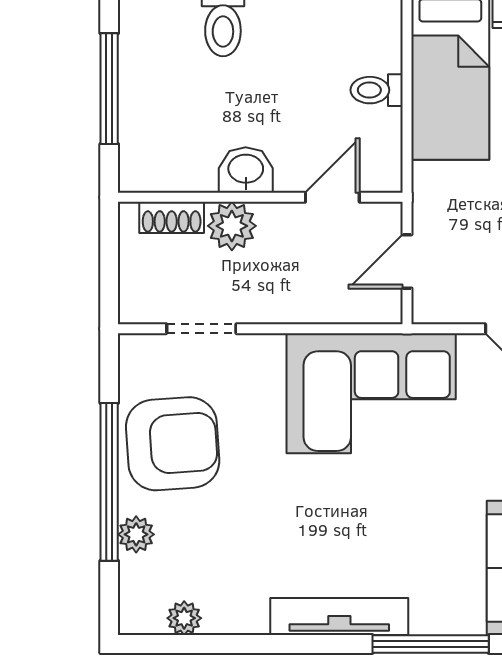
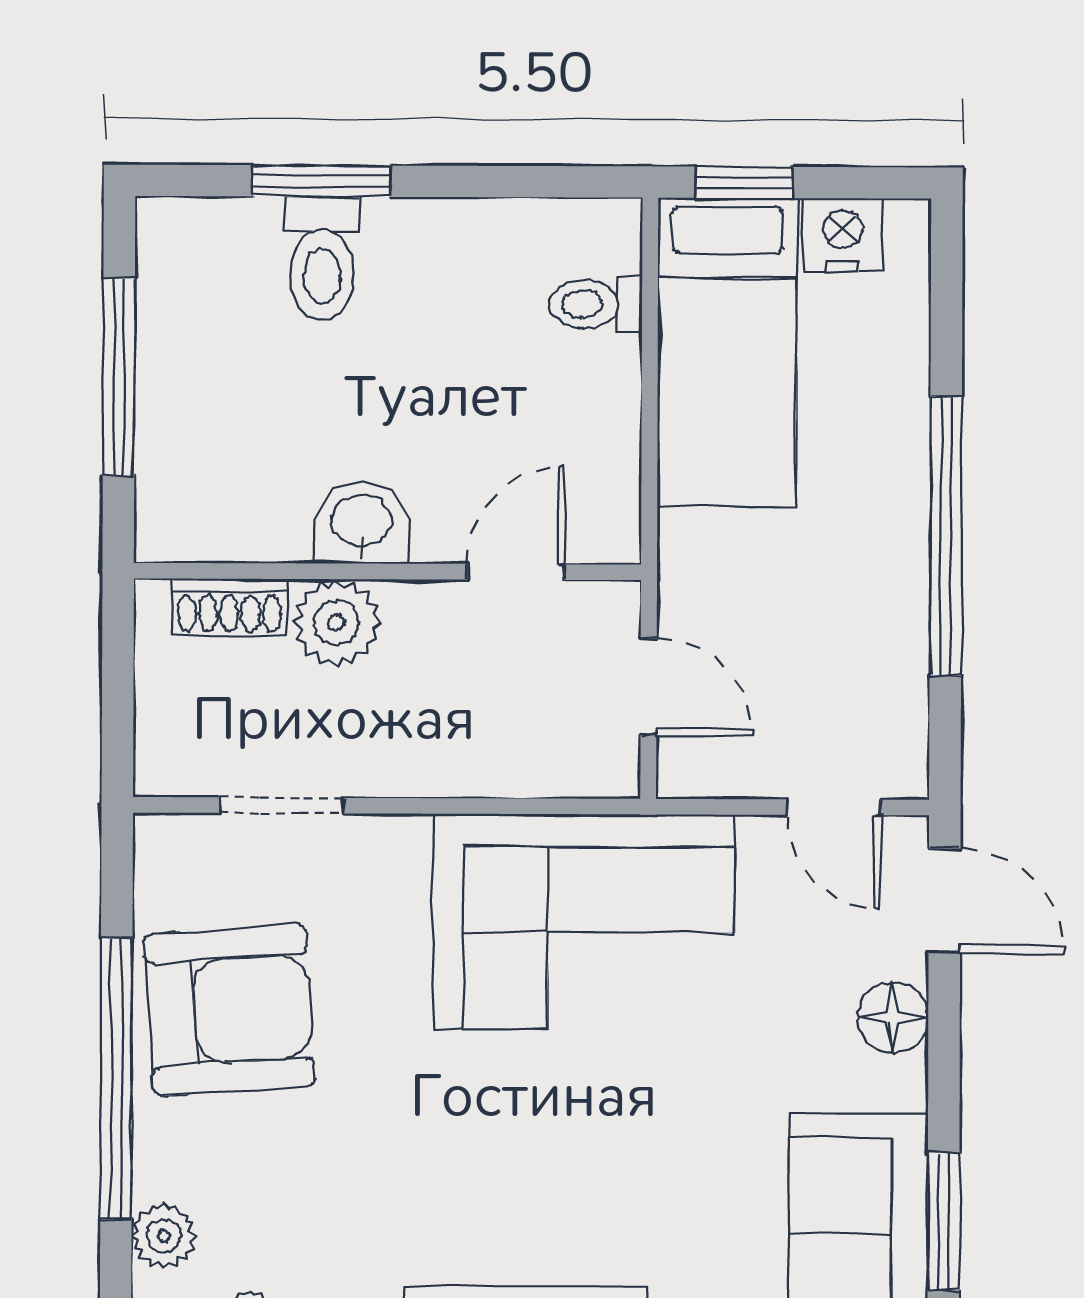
toilet: (377, 90) -> (596, 304), moved
door: (407, 261) -> (649, 687), swing flipped
plant: (136, 534) -> (164, 1236), moved

